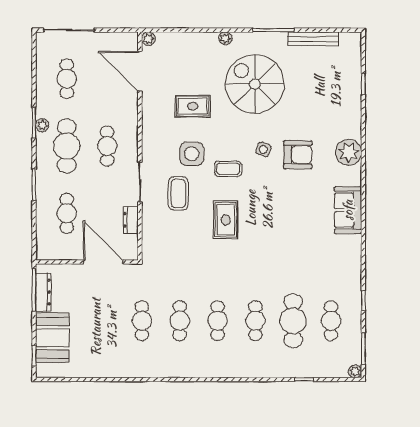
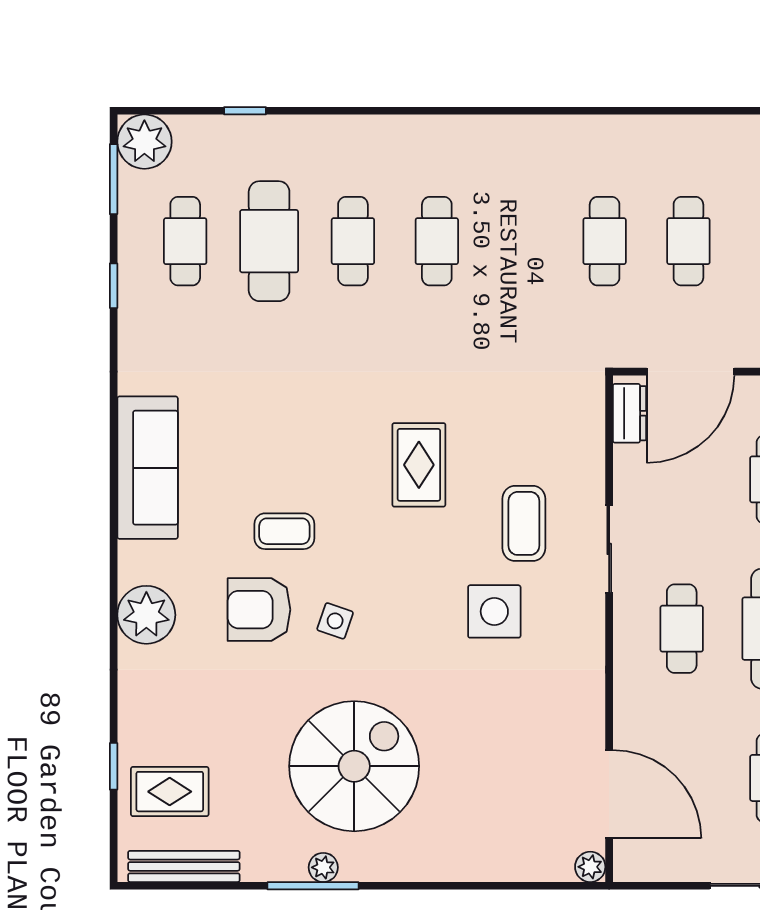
plant: (225, 38) -> (323, 867), moved
bench: (313, 39) -> (184, 866), moved
spiral stairs: (255, 84) -> (354, 766), turned -90
rug: (193, 106) -> (170, 792), moved
coffee table: (228, 169) -> (284, 531), moved
sofa: (348, 210) -> (148, 468), width x1.36
dresser: (131, 220) -> (629, 413), moved
door: (103, 262) -> (690, 372), hinge flipped
cafe table: (180, 321) -> (688, 241), moved
plant: (355, 371) -> (144, 142), width x1.87, depth x1.87

